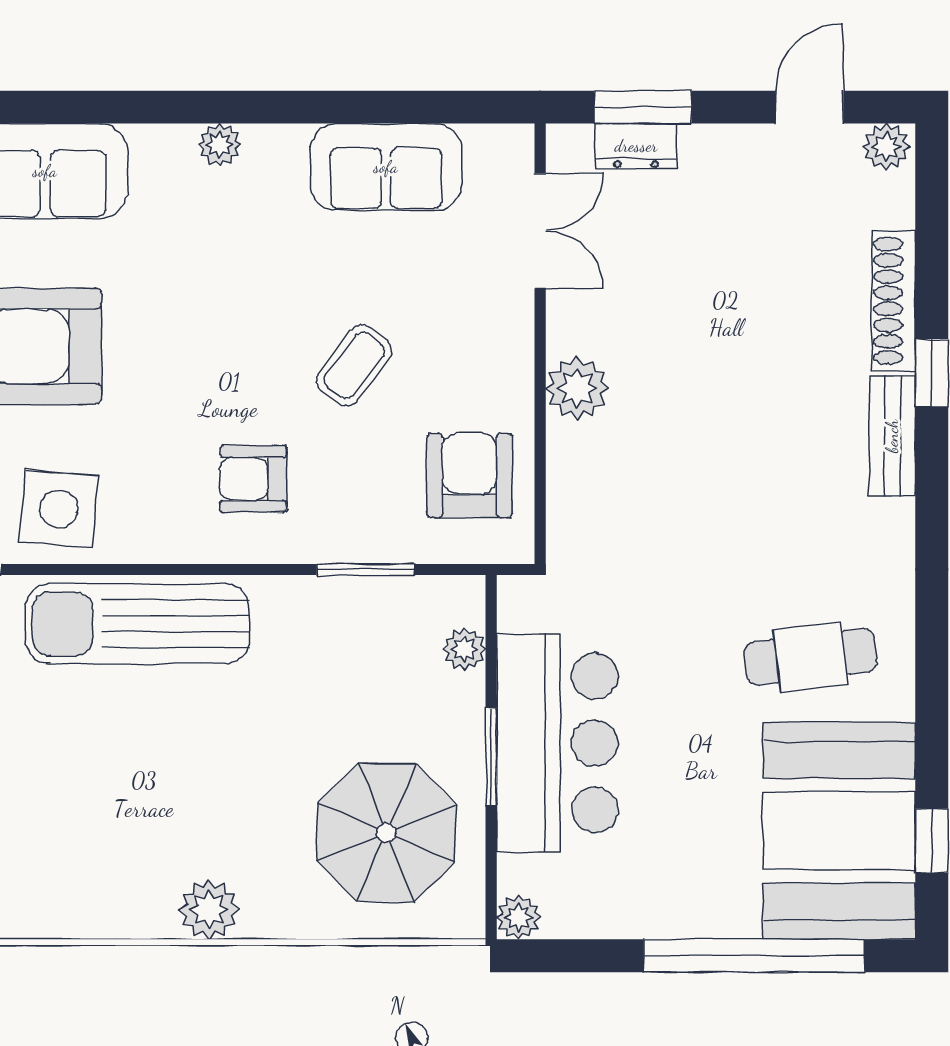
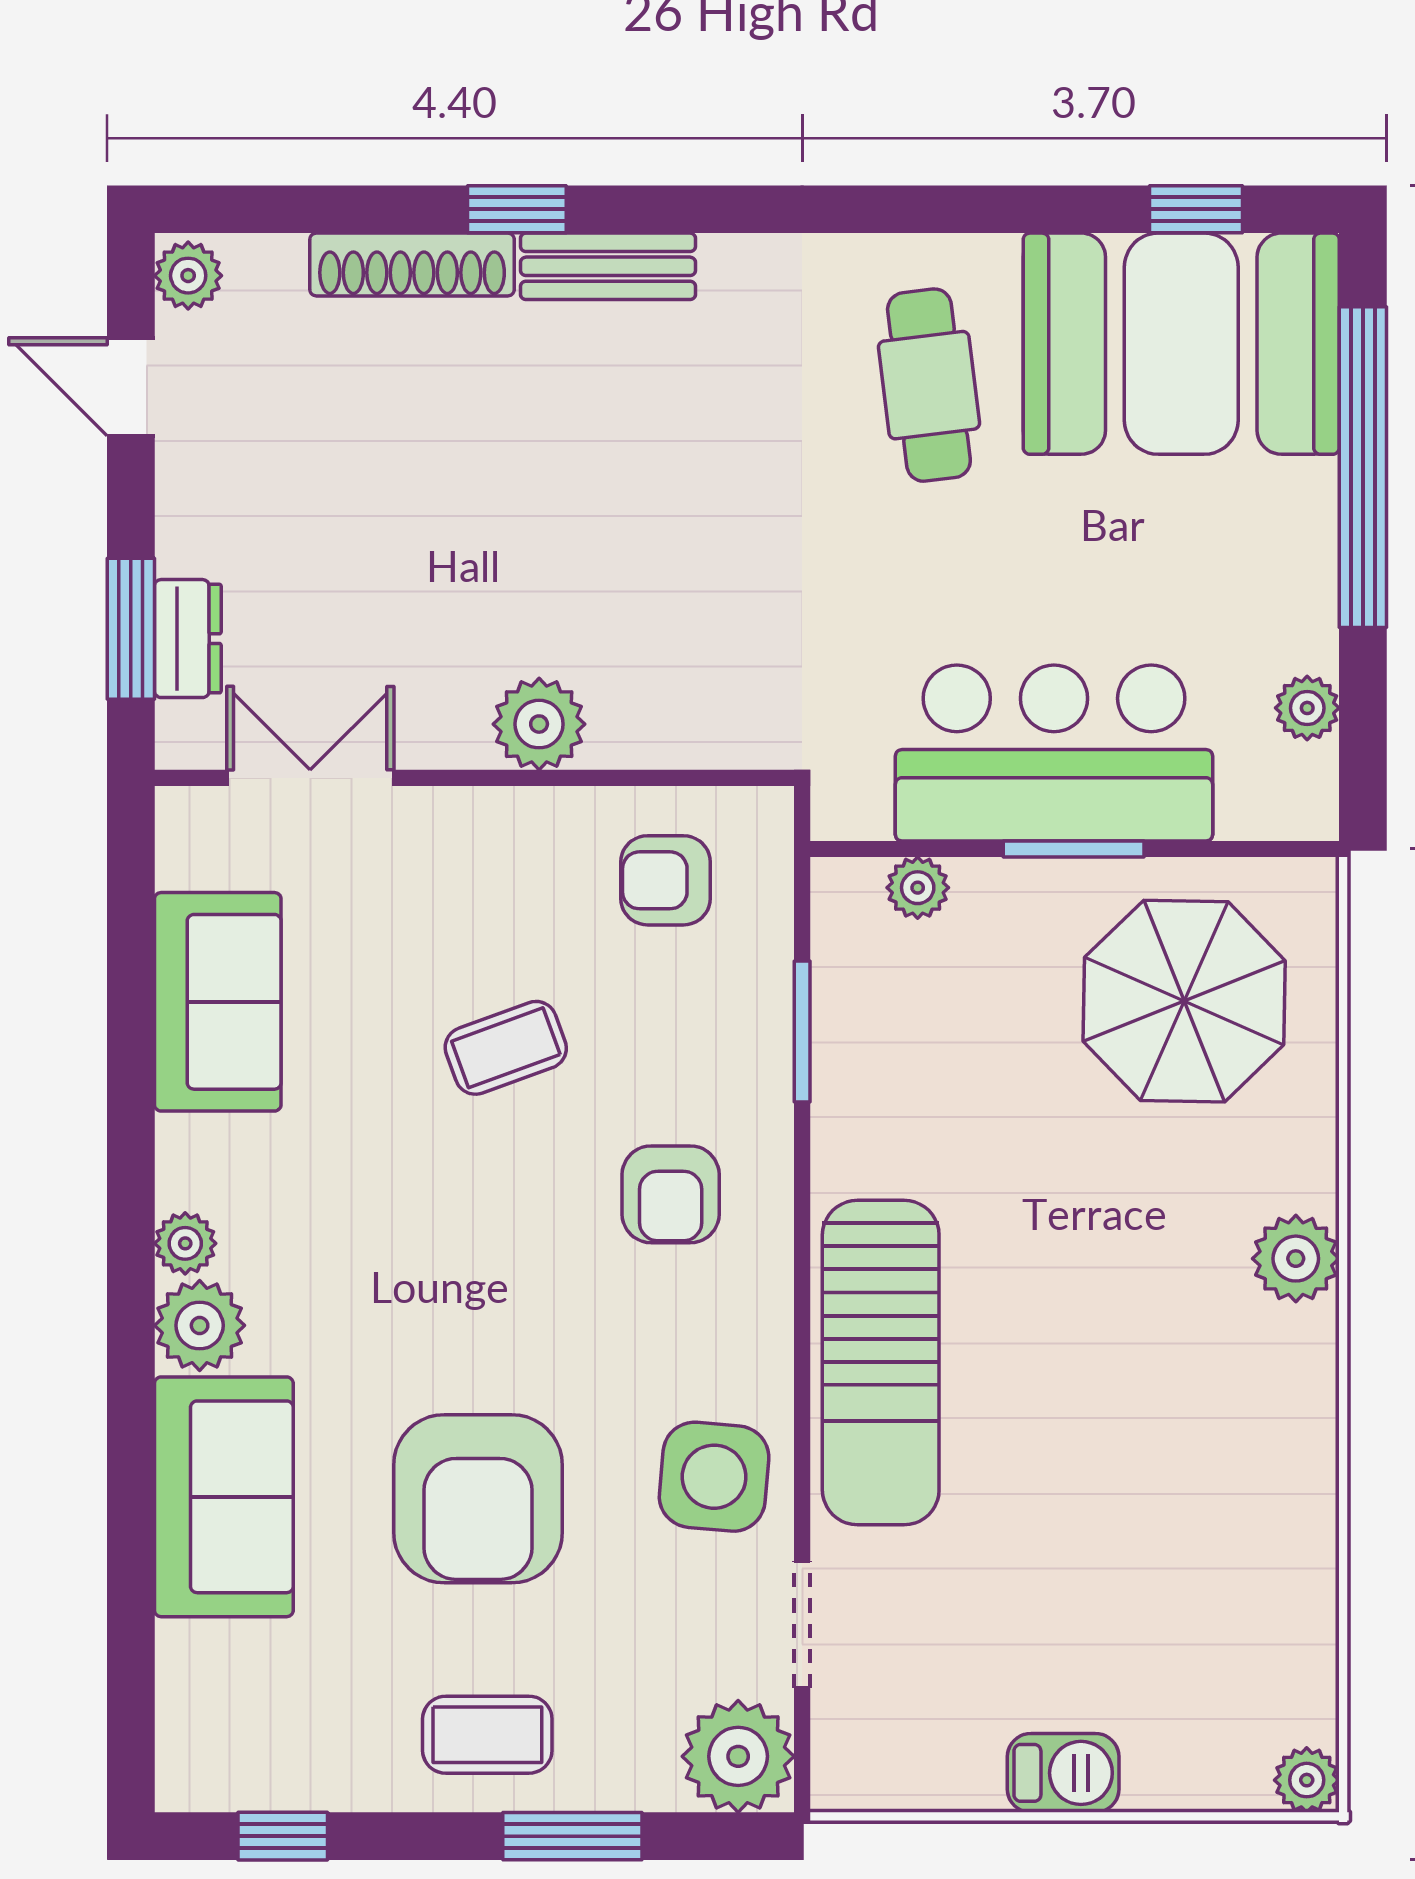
plant: (163, 155) -> (200, 1325), added
coffee table: (354, 365) -> (506, 1048), turned -57
armchair: (470, 475) -> (666, 880), width x0.72, depth x0.72
plant: (519, 917) -> (1307, 708), moved

